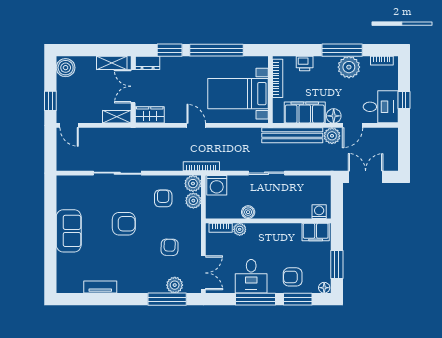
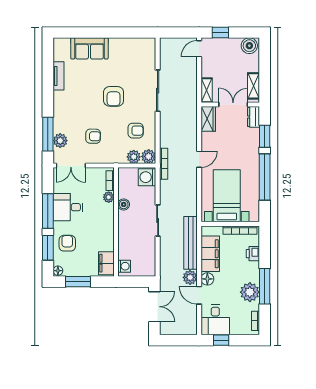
sofa: (69, 231) -> (89, 48), moved

